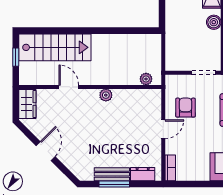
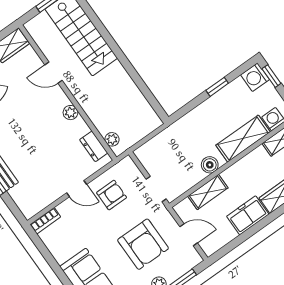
door: (69, 87) -> (54, 73), swing flipped
dresser: (143, 174) -> (94, 146), moved, turned 180

